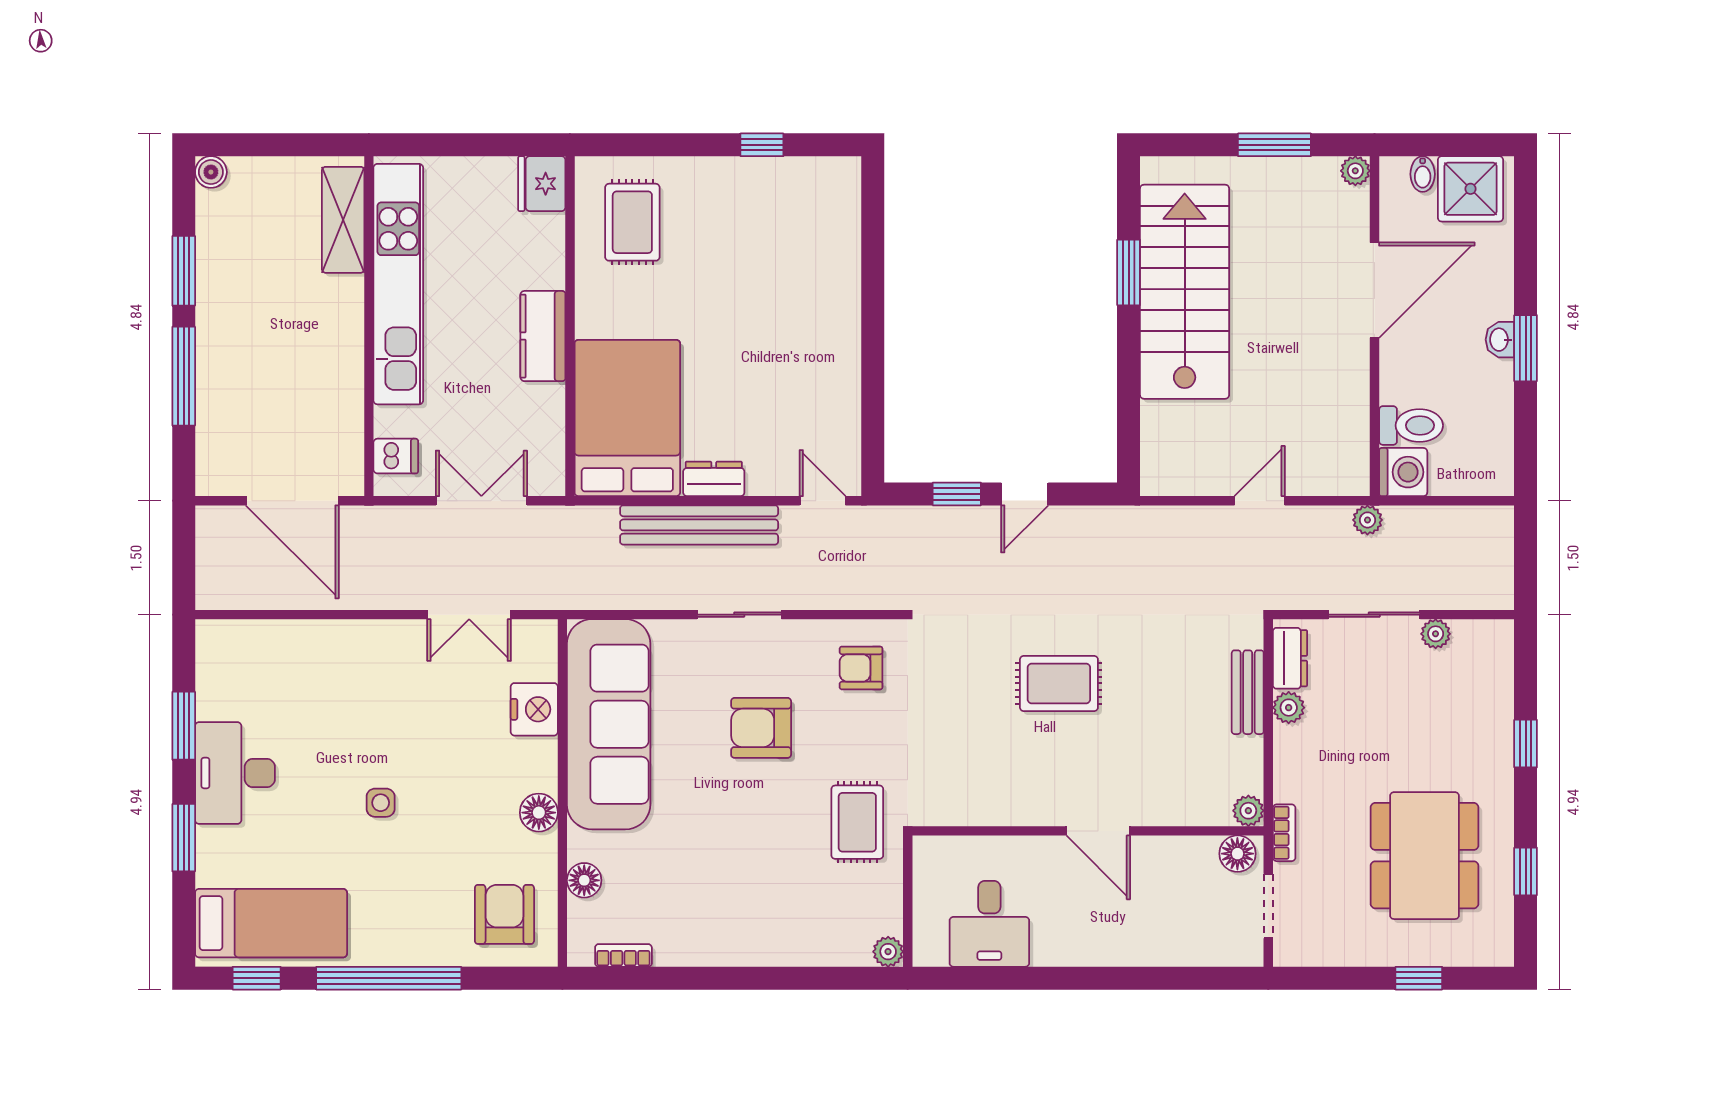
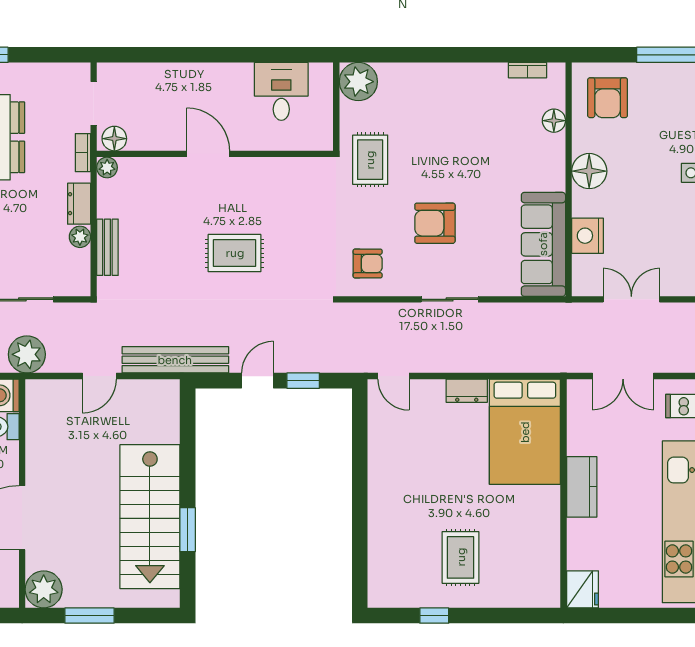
plant: (1355, 171) -> (44, 589), width x1.88, depth x1.88
rug: (632, 222) -> (461, 557), moved
plant: (1367, 520) -> (27, 354), width x1.88, depth x1.88
bench: (699, 525) -> (175, 360), moved
dresser: (1290, 658) -> (79, 204), moved
sofa: (609, 724) -> (543, 244), width x0.74, depth x0.79
armchair: (761, 728) -> (435, 223), turned 180
floor lamp: (539, 813) -> (589, 171), width x1.38, depth x1.38
plant: (888, 952) -> (358, 82), width x1.88, depth x1.88

